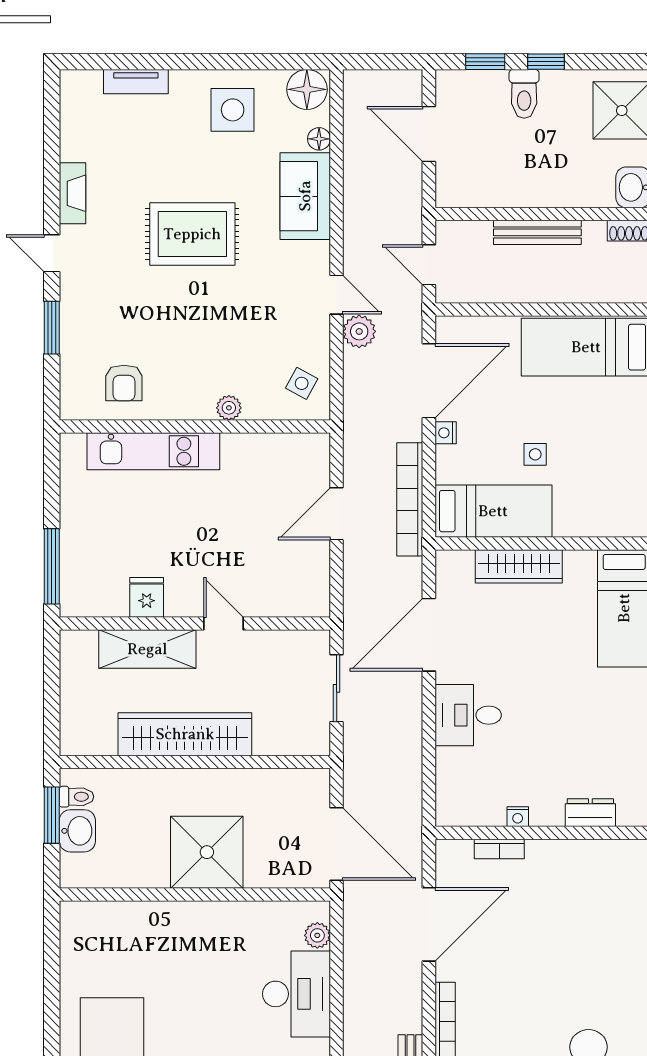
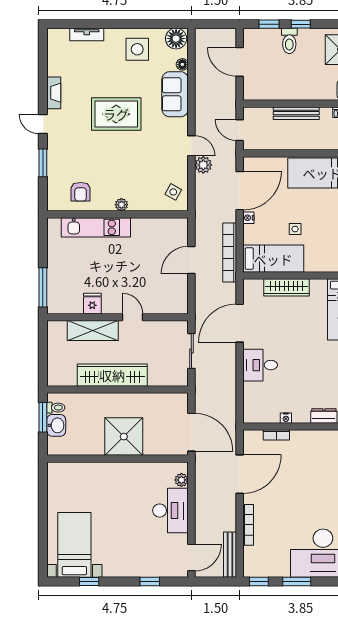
plant: (229, 408) -> (121, 205), moved

